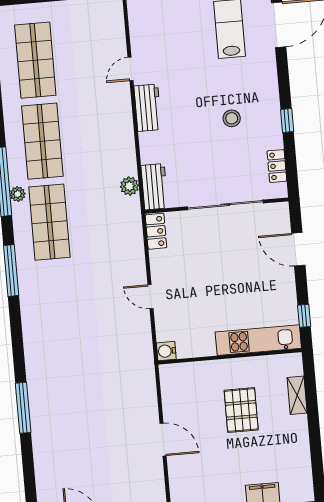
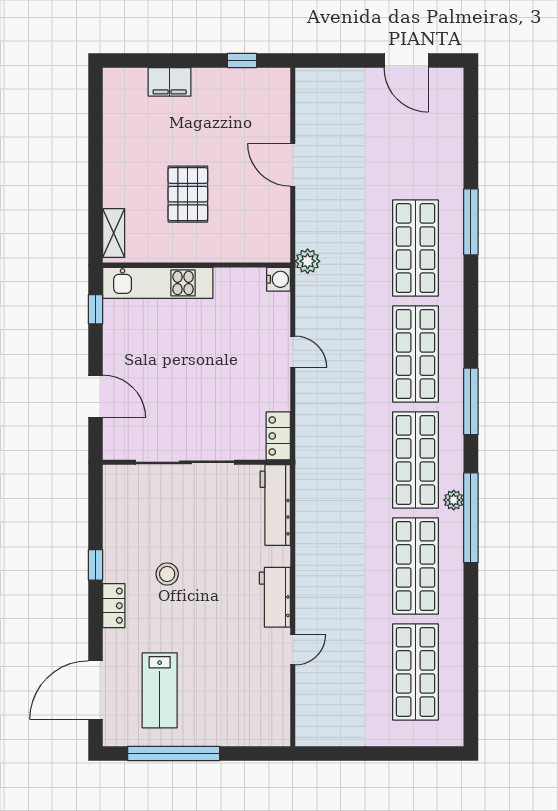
locker: (277, 166) -> (114, 606), moved
plant: (129, 186) -> (308, 261), moved
workbench: (154, 187) -> (275, 505), width x1.37
shop shelf: (57, 303) -> (416, 354), added
shop shelf: (64, 384) -> (416, 248), added
shelving: (297, 395) -> (114, 233), moved

